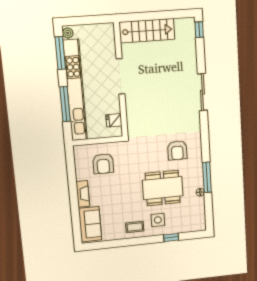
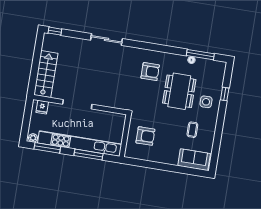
fridge: (114, 120) -> (42, 107), moved
window: (207, 177) -> (200, 55), moved
fireplace: (83, 194) -> (166, 159), removed
coffee table: (135, 227) -> (192, 130), moved

